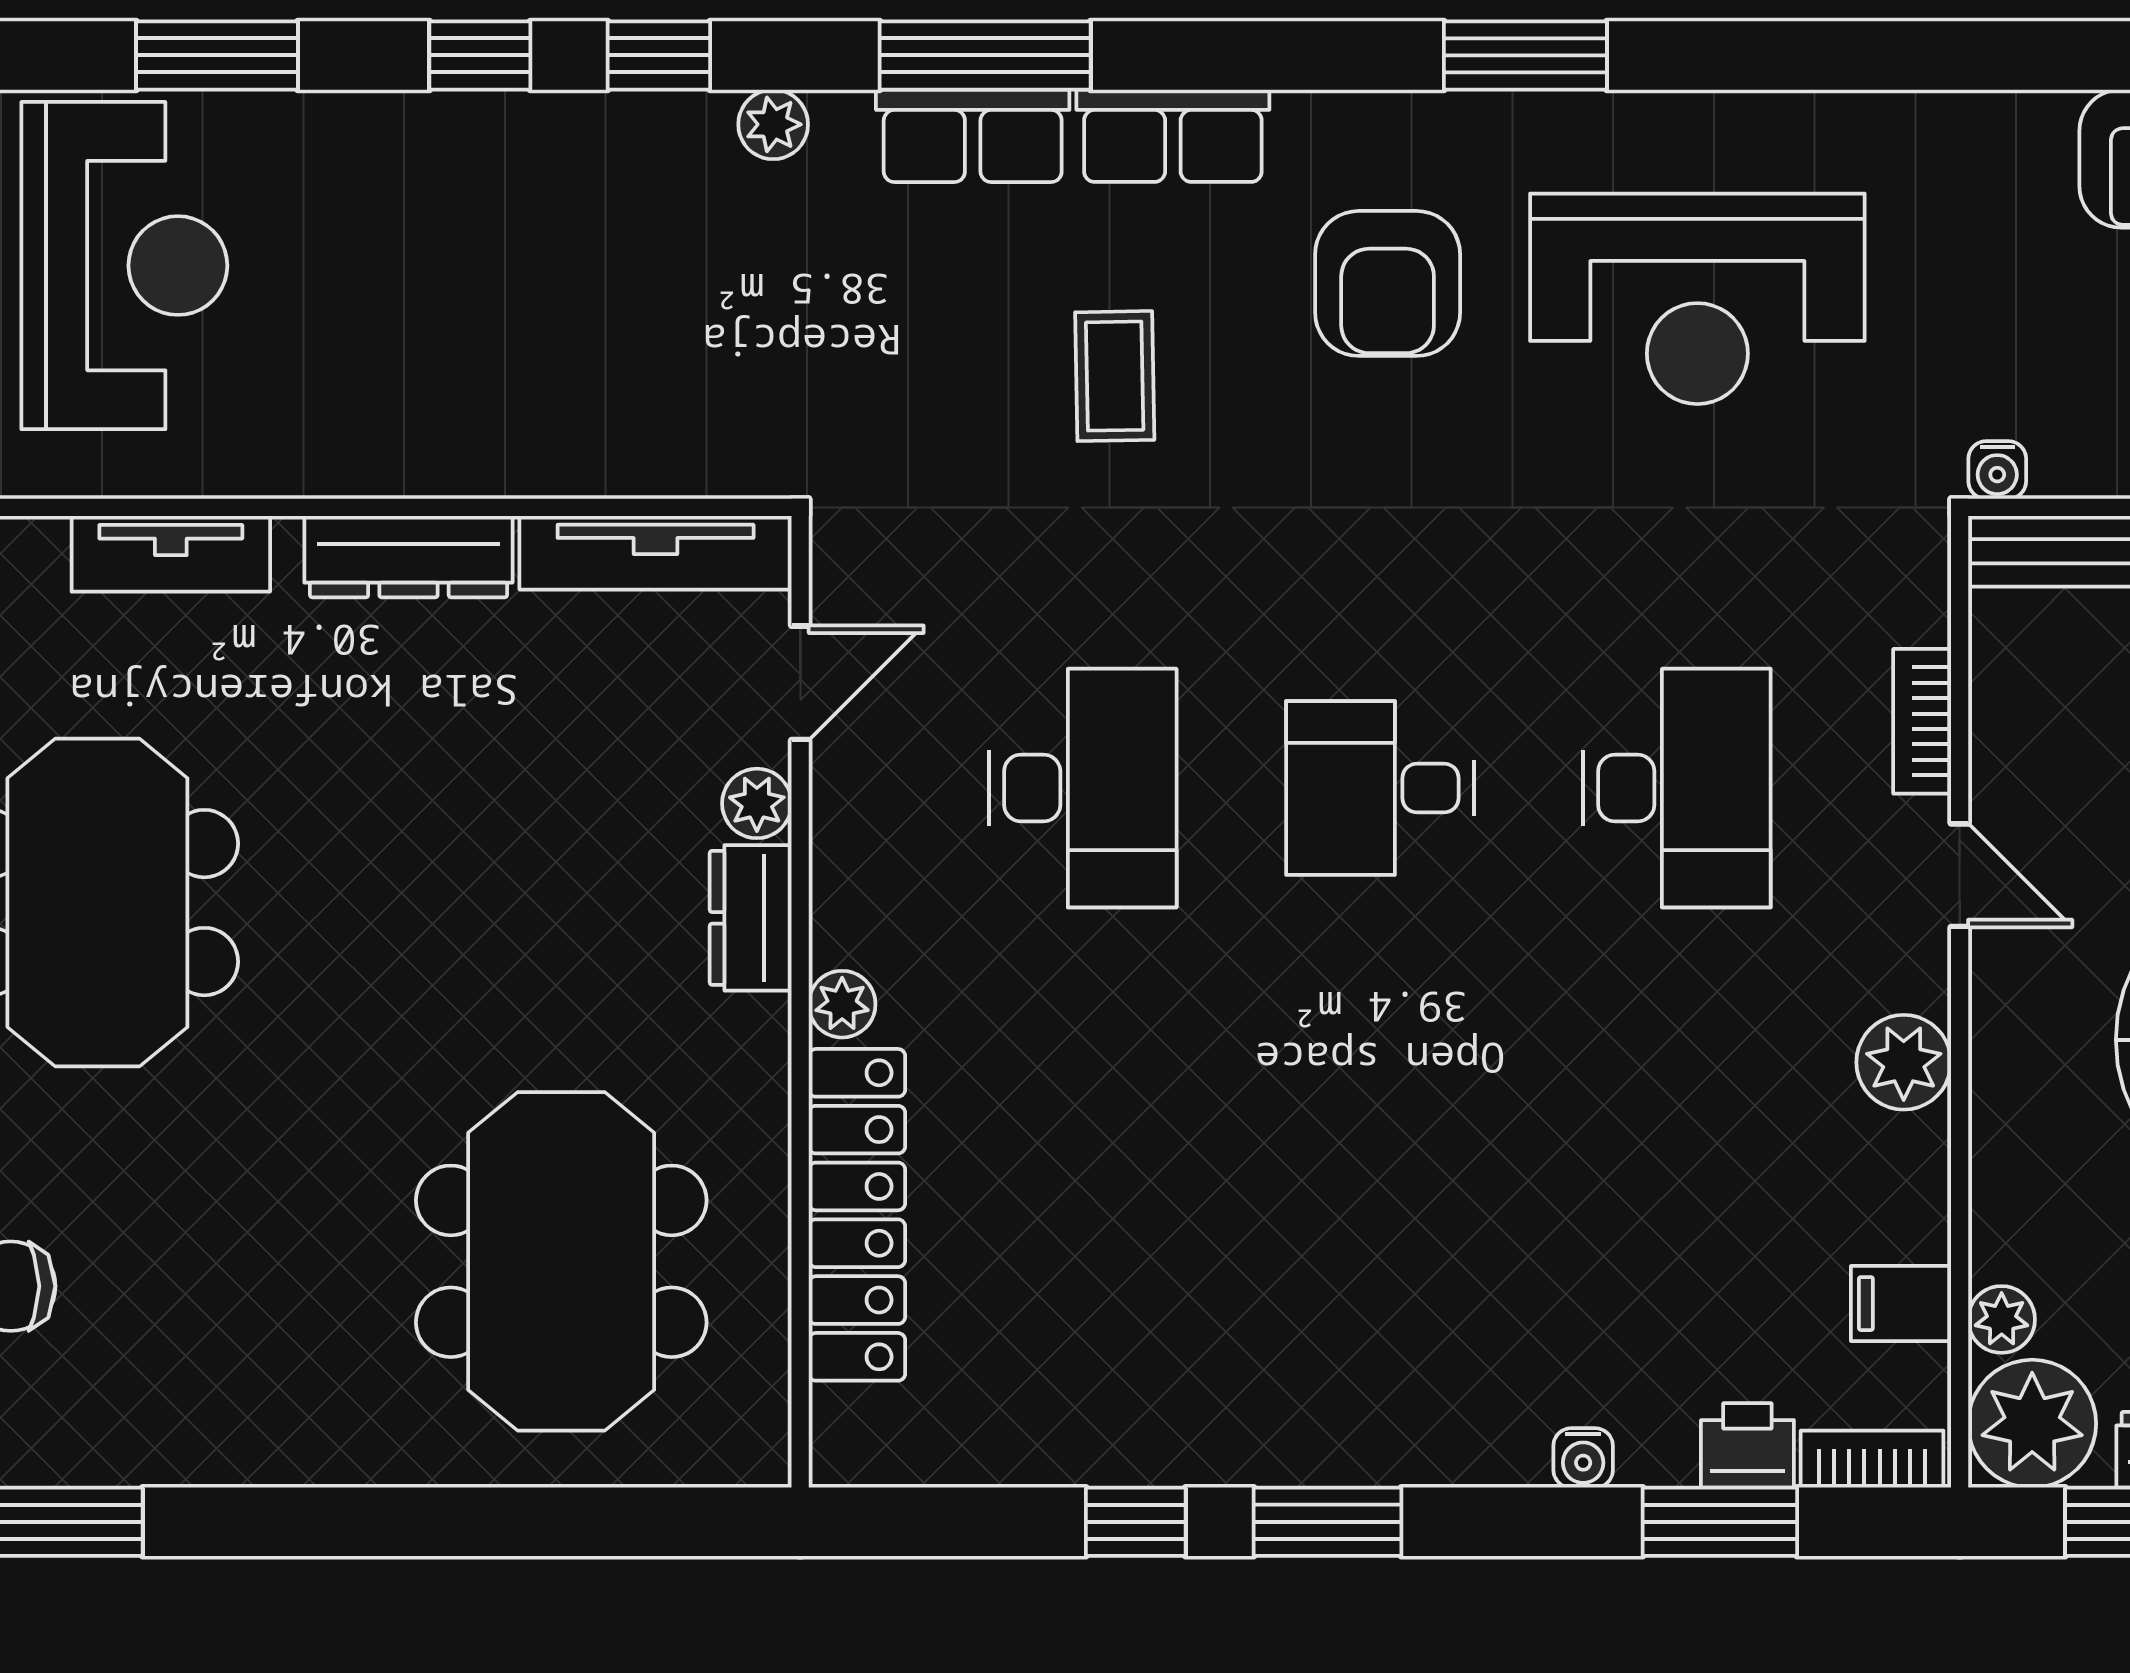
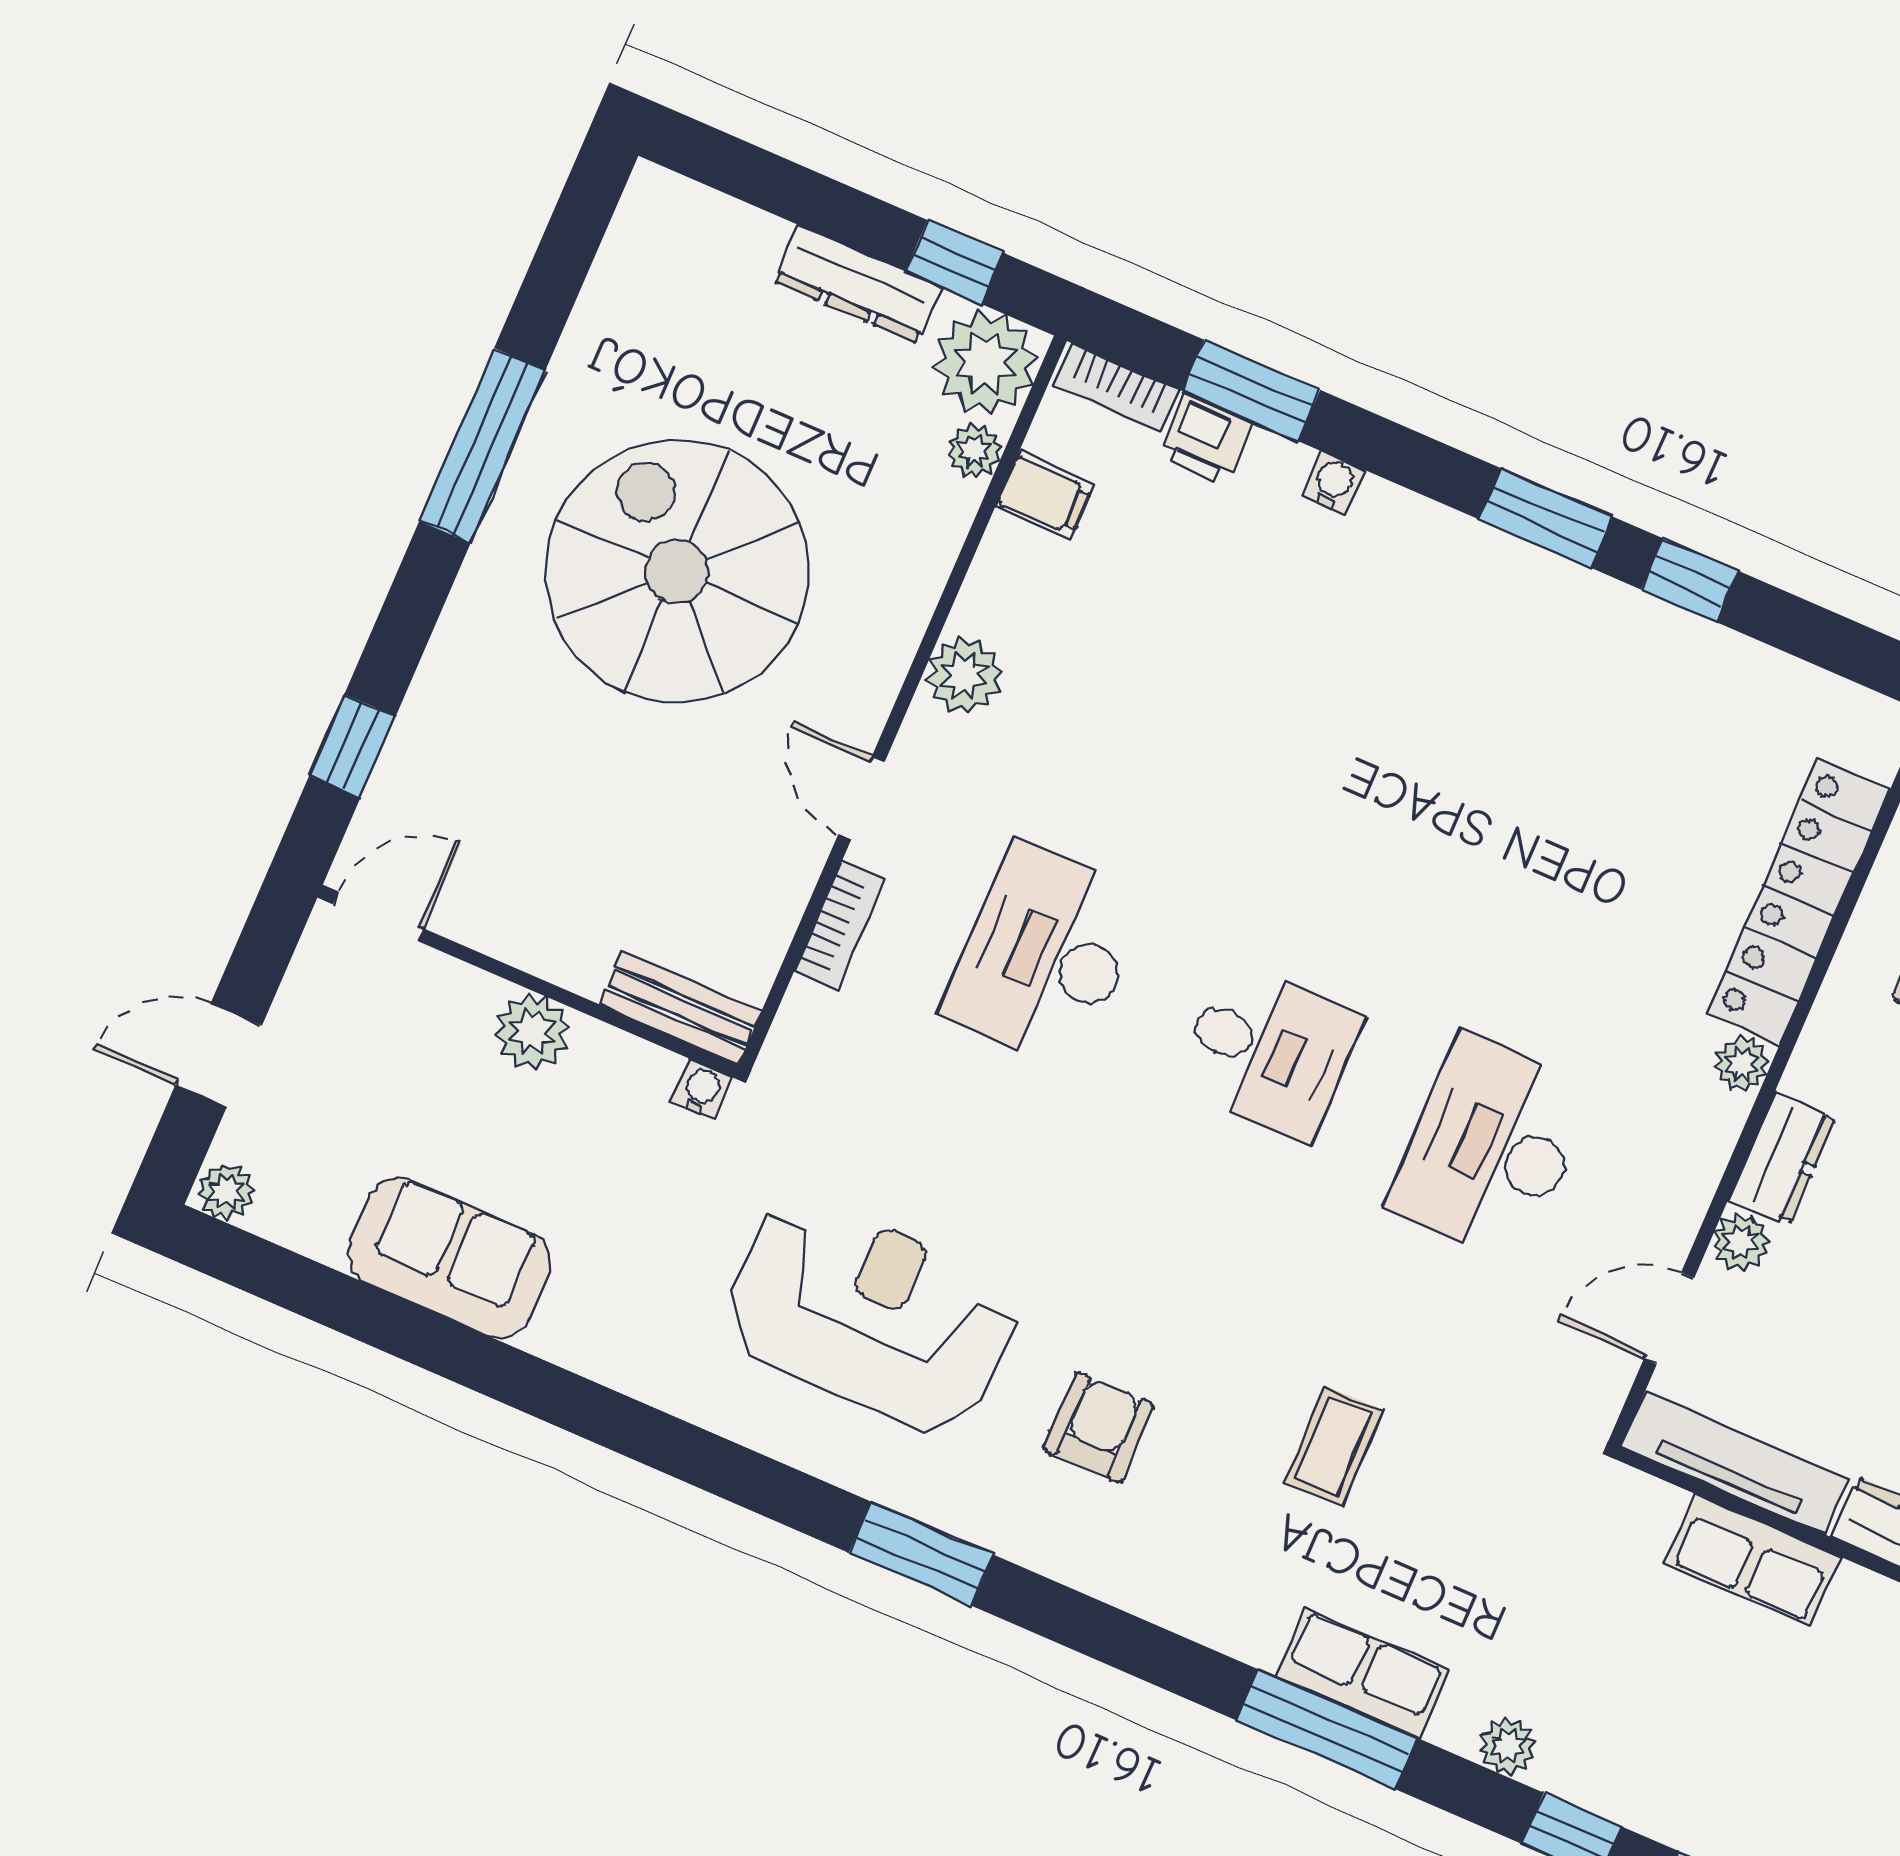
row of seats: (1173, 136) -> (1753, 1560), moved, turned 180
armchair: (1388, 283) -> (1099, 1427), width x0.72, depth x0.72

